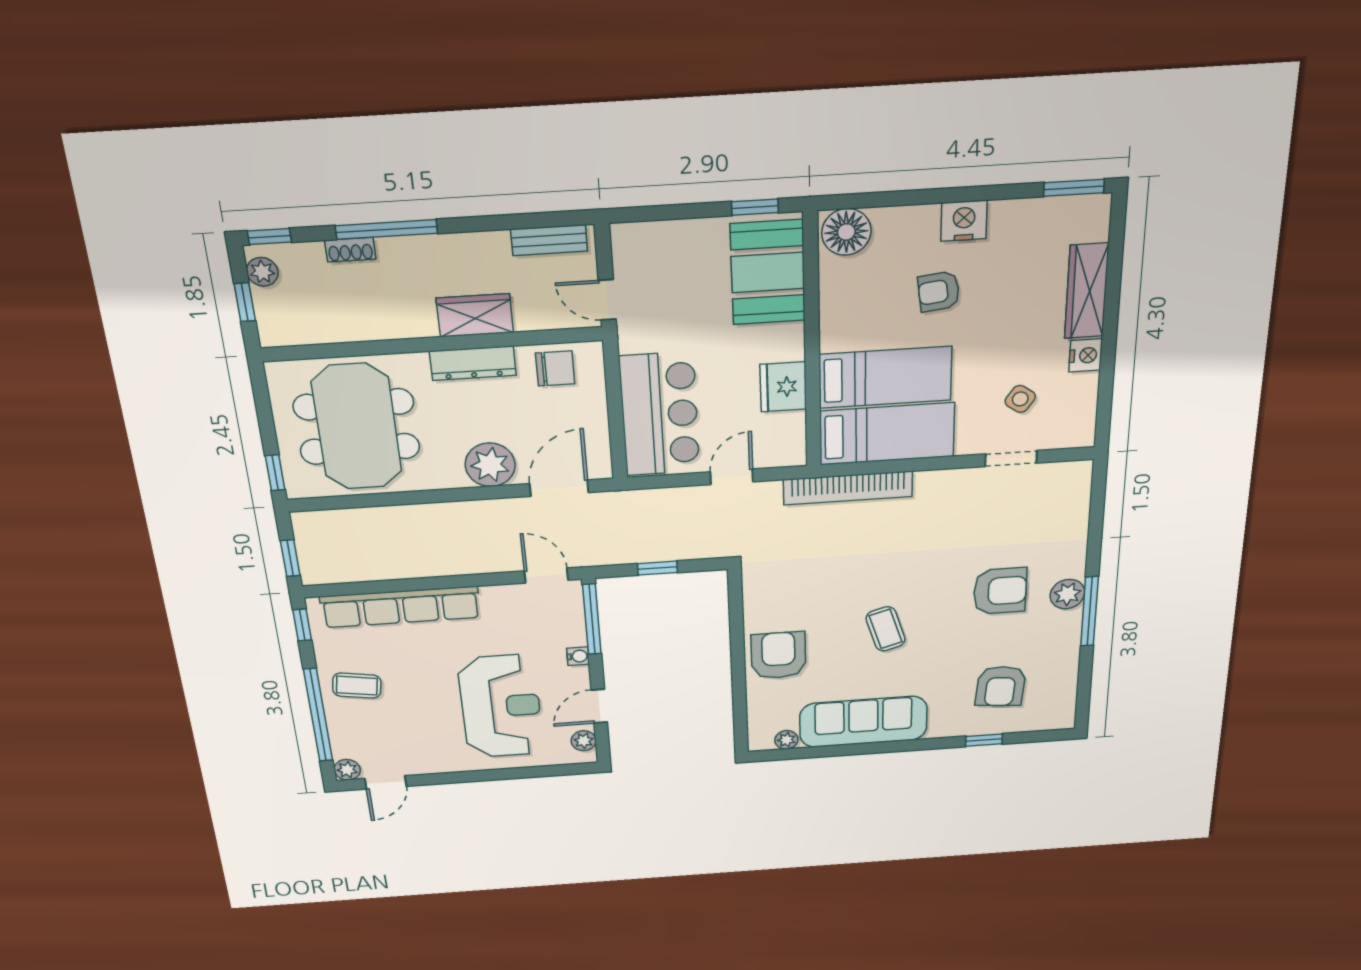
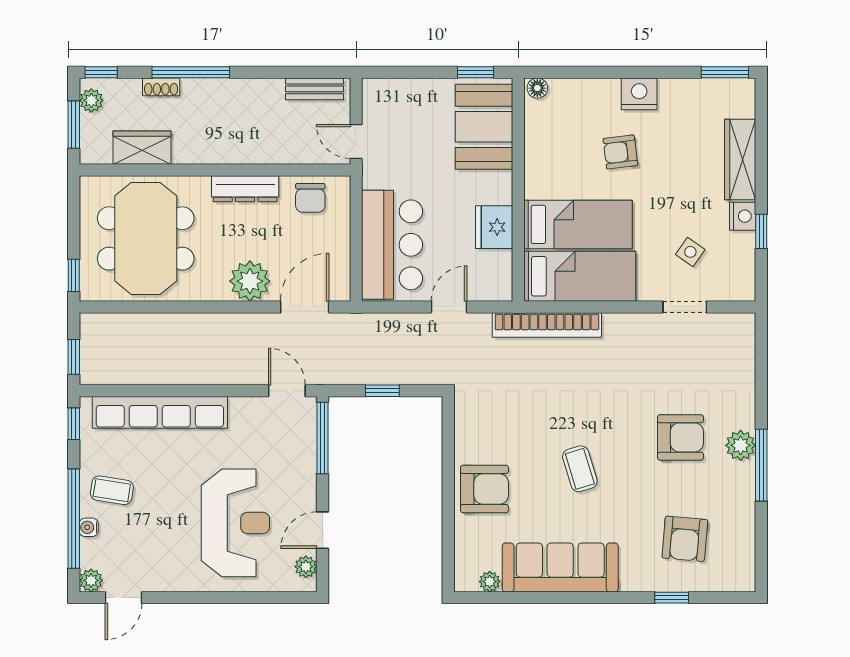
floor lamp: (846, 232) -> (537, 88), width x0.53, depth x0.53
window: (245, 302) -> (74, 125), width x1.50
wardrobe: (475, 315) -> (142, 148), moved
chair: (555, 368) -> (310, 198), turned 90
window: (1107, 371) -> (761, 231), added
armchair: (778, 655) -> (484, 489), turned 90
water cooler: (578, 656) -> (89, 527), moved, turned 180

